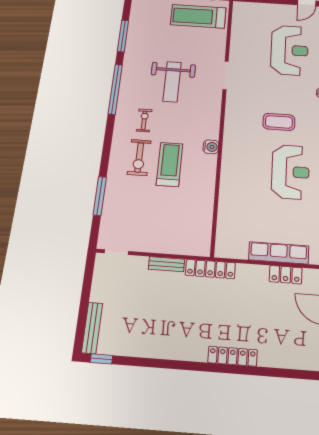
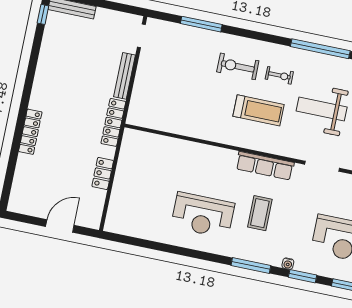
water cooler: (211, 147) -> (240, 140), removed
treadmill: (170, 164) -> (258, 110), moved
row of seats: (279, 253) -> (265, 166), moved, turned 90
bench: (167, 264) -> (125, 76), width x1.36
locker: (286, 275) -> (103, 173), moved

